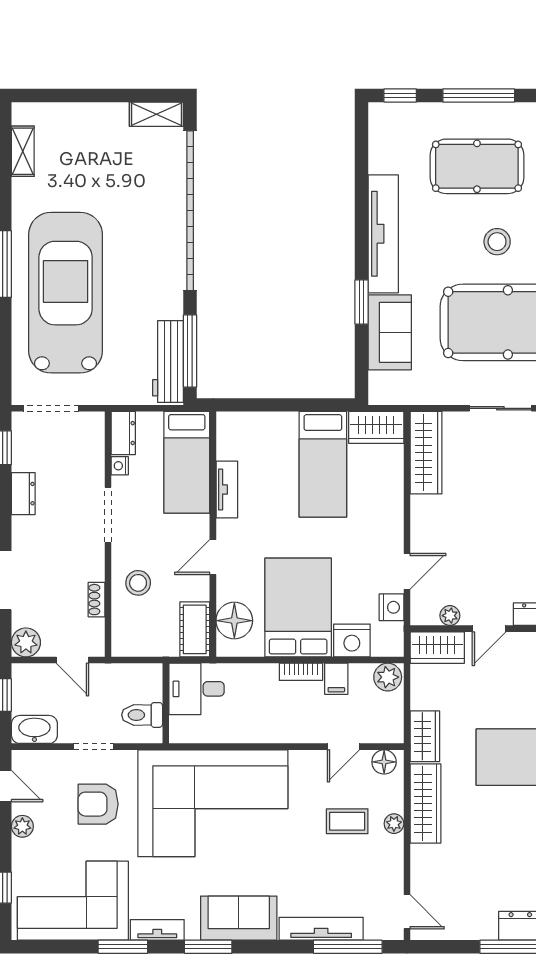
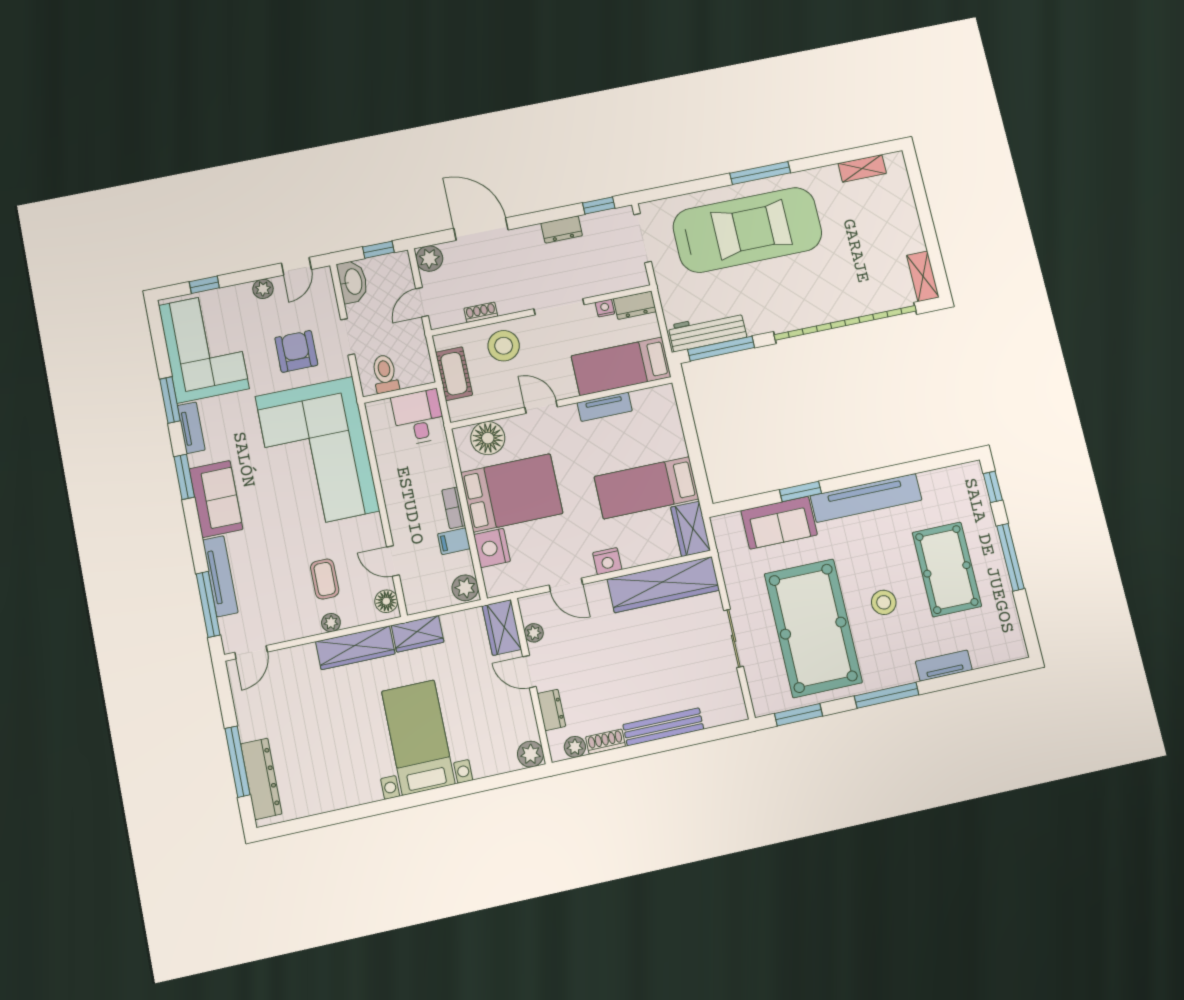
wardrobe: (426, 453) -> (663, 585), width x1.40, depth x1.17
stool: (138, 583) -> (504, 346), width x1.38, depth x1.38
nightstand: (391, 607) -> (607, 561), moved
cot: (195, 629) -> (454, 374), moved, turned 90

